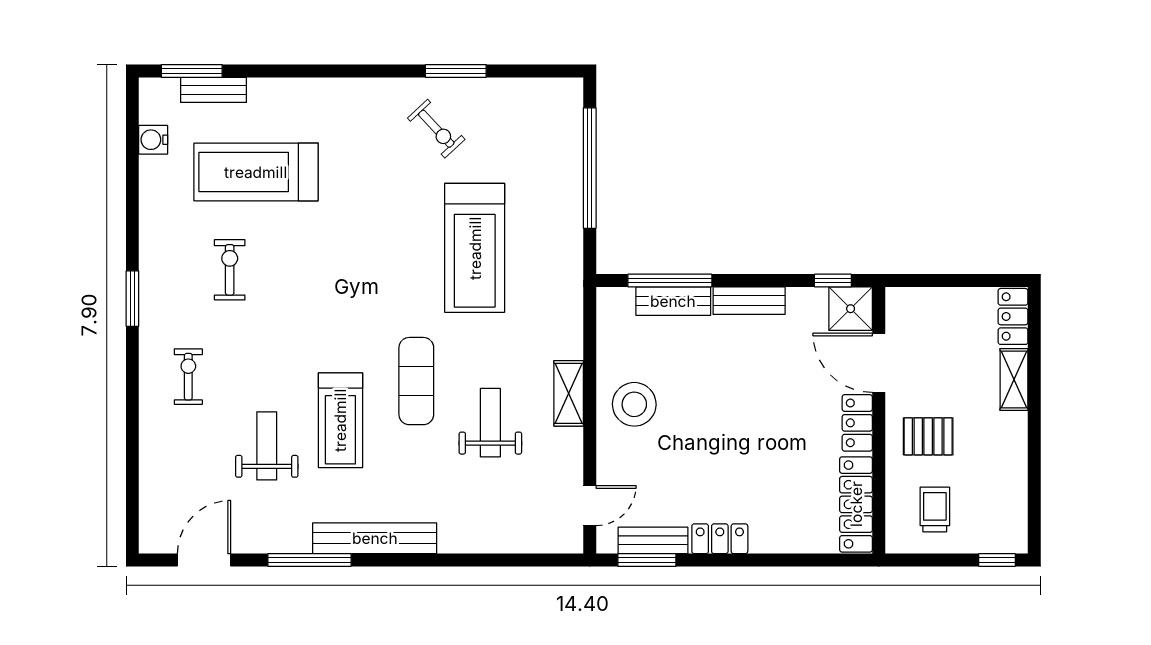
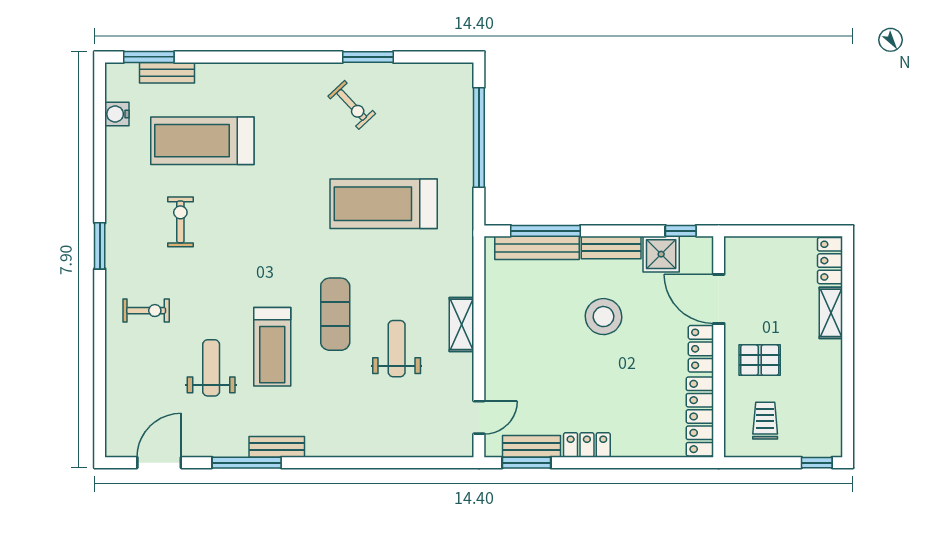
treadmill: (475, 248) -> (384, 204), turned 90
bench: (673, 301) -> (537, 248), width x1.36
shower: (851, 309) -> (661, 254), moved
exercise bike: (188, 377) -> (146, 311), turned 90
stool: (634, 404) -> (604, 317), moved
bench: (375, 538) -> (277, 447), width x0.54, depth x0.82

